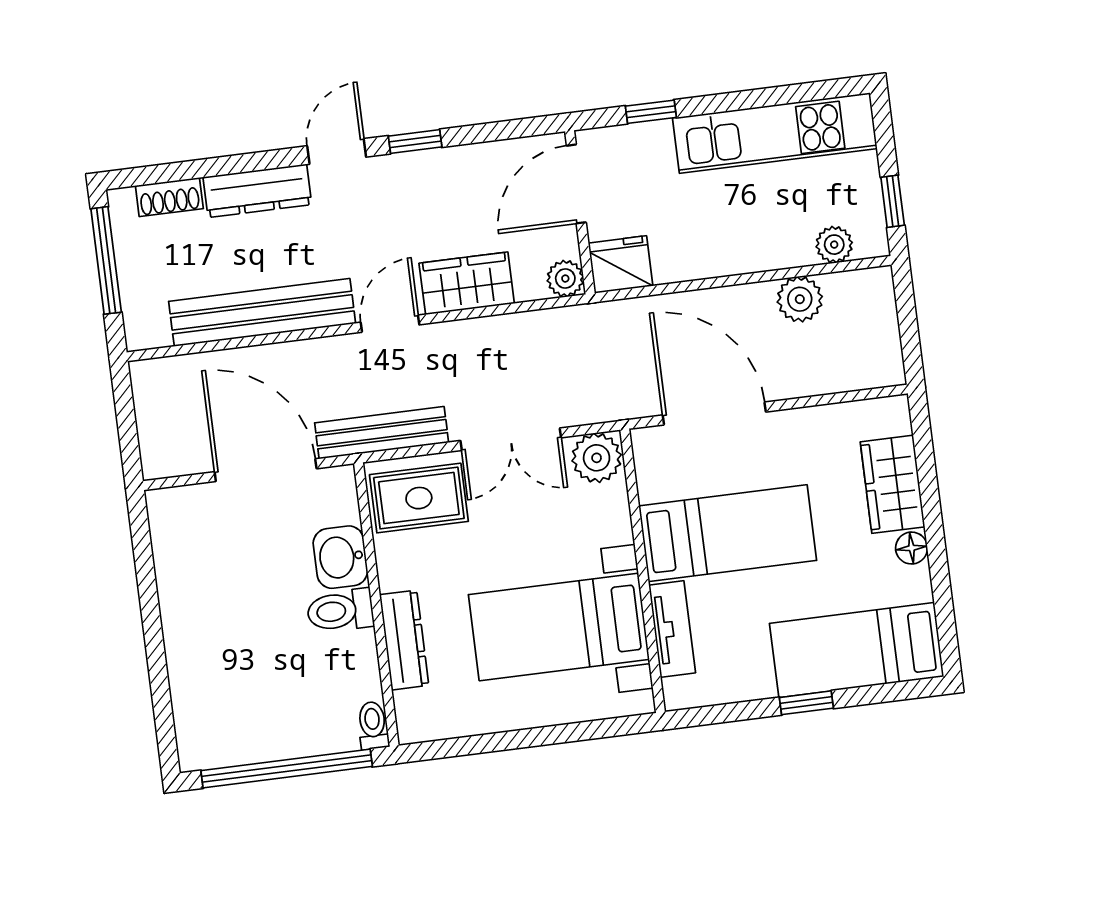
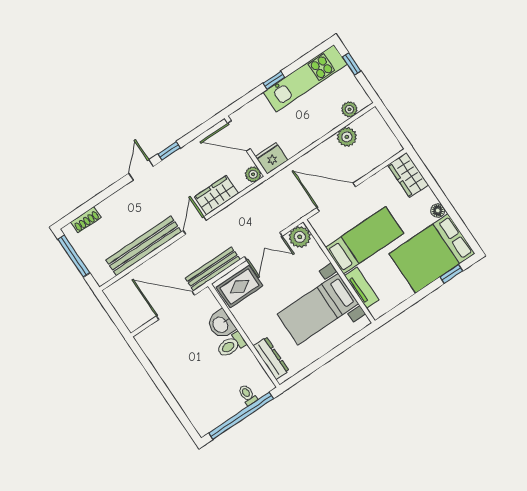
window: (651, 112) -> (274, 80), moved
door: (576, 184) -> (239, 136), hinge flipped
dresser: (257, 191) -> (118, 200), removed
window: (893, 201) -> (352, 64), moved
wardrobe: (893, 484) -> (408, 175), moved
dresser: (404, 640) -> (271, 358), moved
bed: (857, 650) -> (432, 254), width x1.50
window: (806, 703) -> (451, 274), moved
toilet: (373, 725) -> (248, 395), moved

